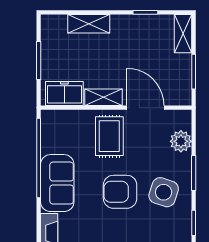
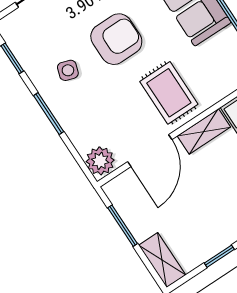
door: (145, 108) -> (150, 151), hinge flipped
plant: (181, 141) -> (100, 161), moved
side table: (164, 192) -> (68, 70), width x0.54, depth x0.54

